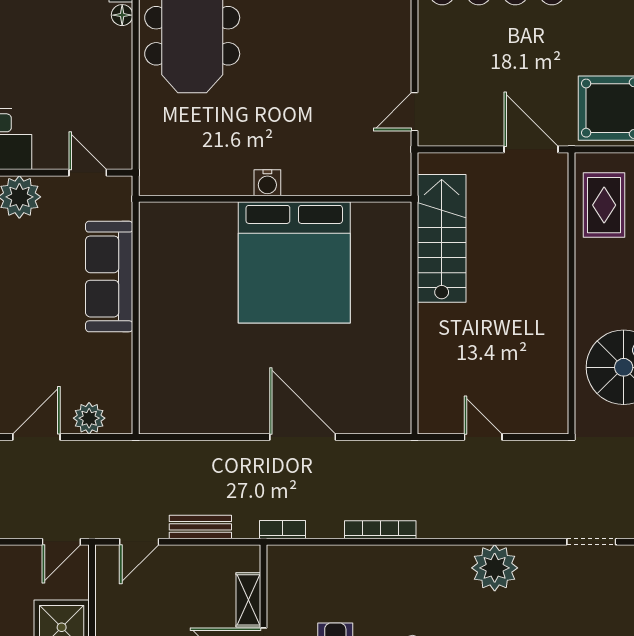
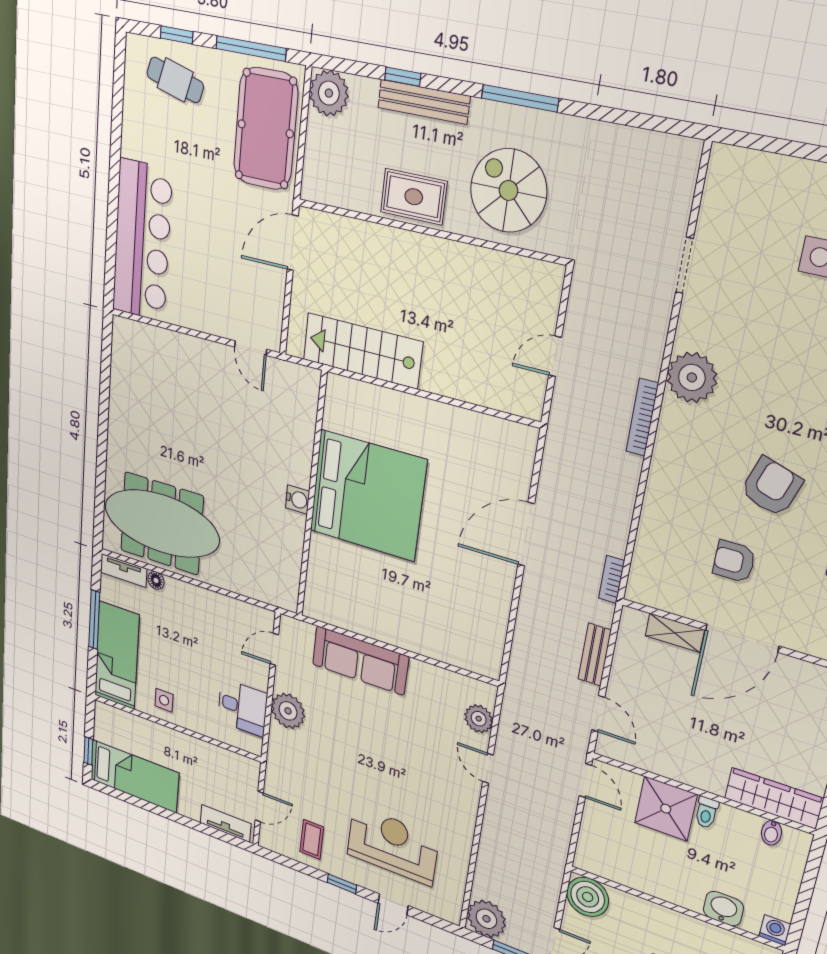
rug: (604, 205) -> (414, 197), moved
door: (36, 437) -> (488, 768), width x0.73
bookcase: (380, 530) -> (642, 417), moved

